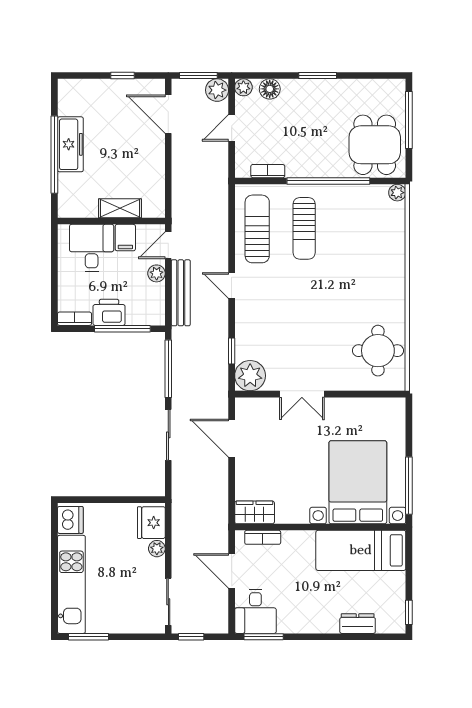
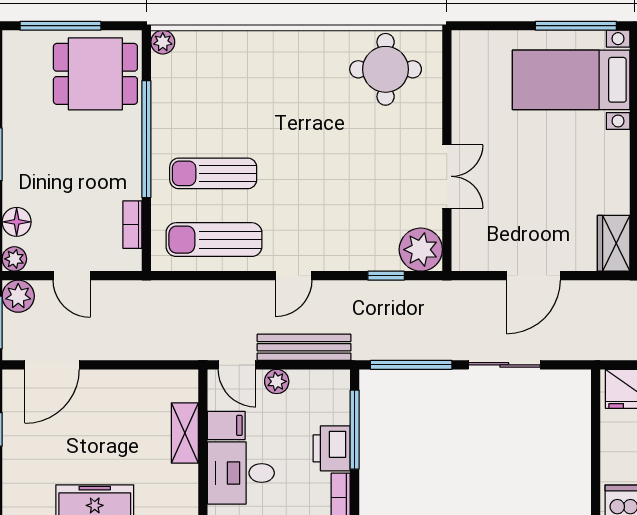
sun lounger: (304, 228) -> (213, 173), turned 180
door: (232, 438) -> (533, 276), moved
bed with nightstands: (358, 482) -> (571, 80), width x0.73

